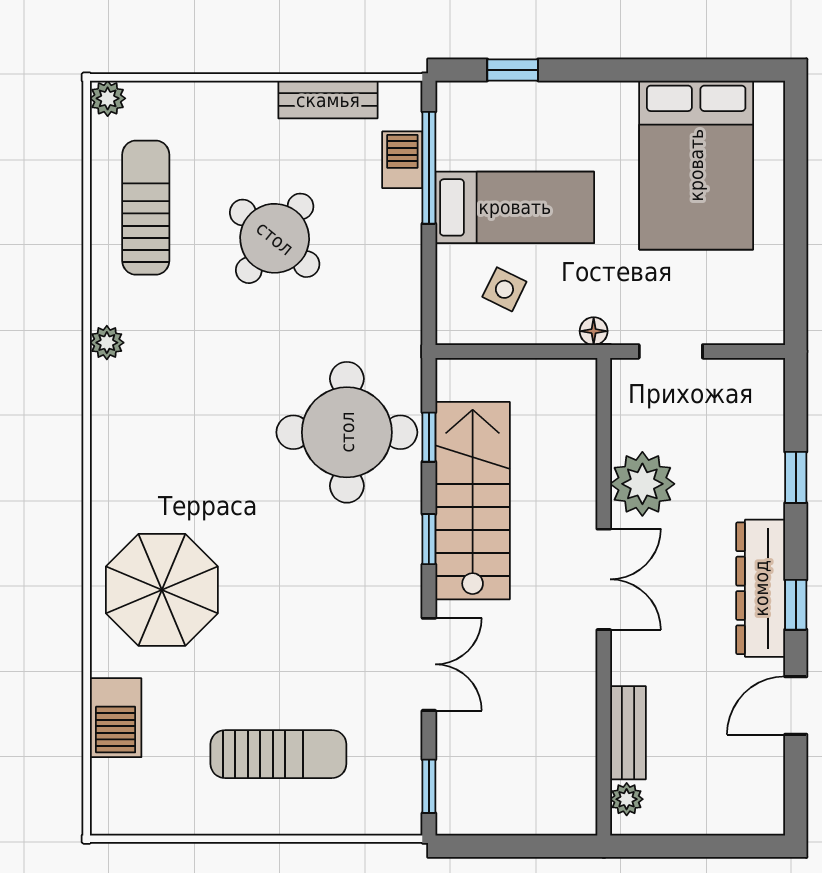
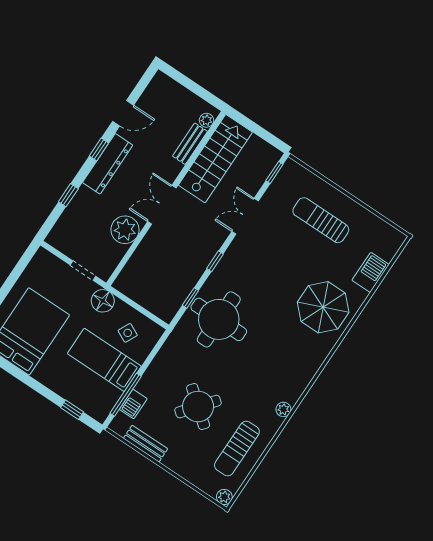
floor lamp: (594, 331) -> (103, 301), width x1.89, depth x1.89
stairs: (473, 501) -> (215, 159), moved, turned 180

